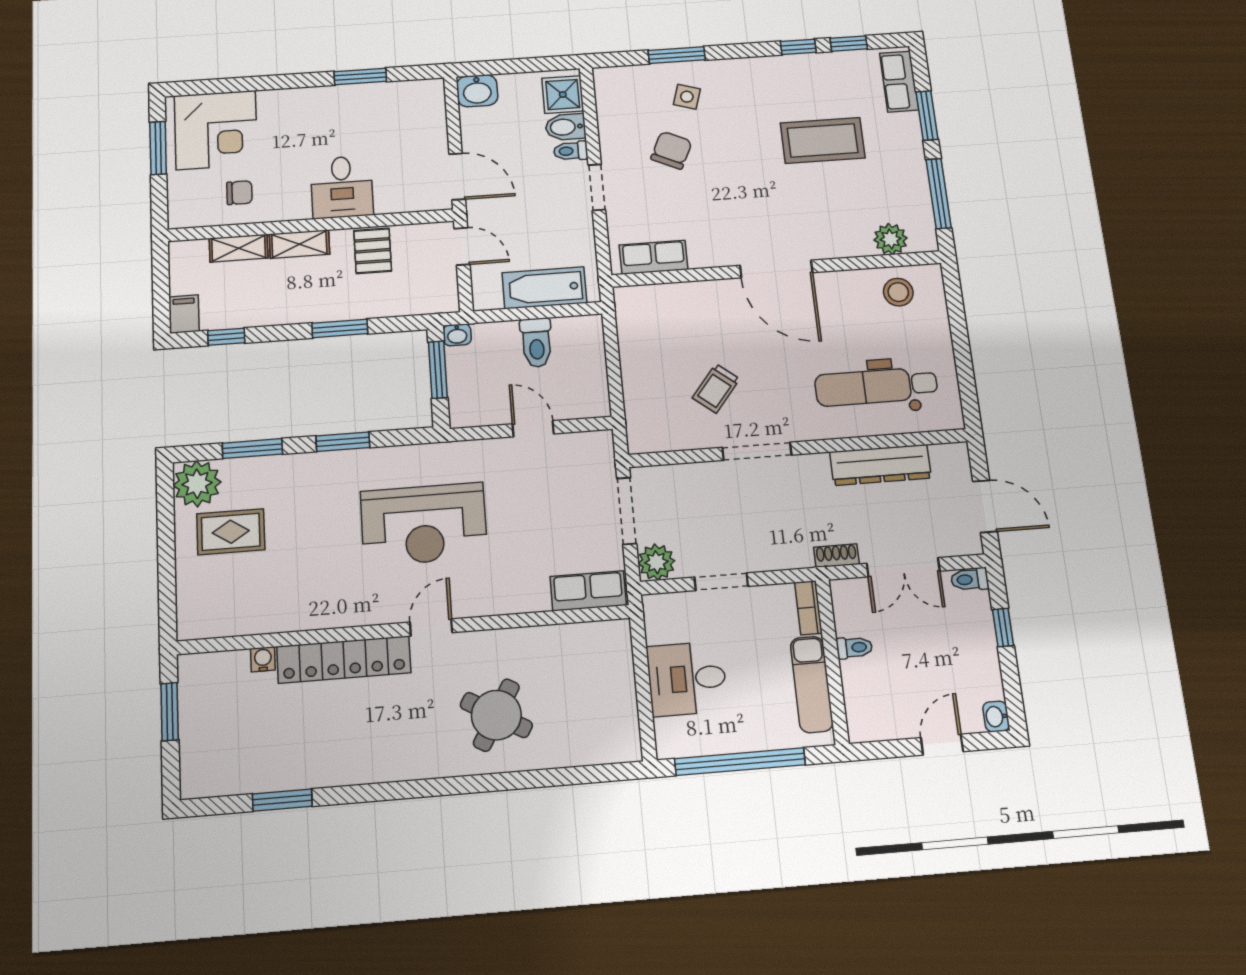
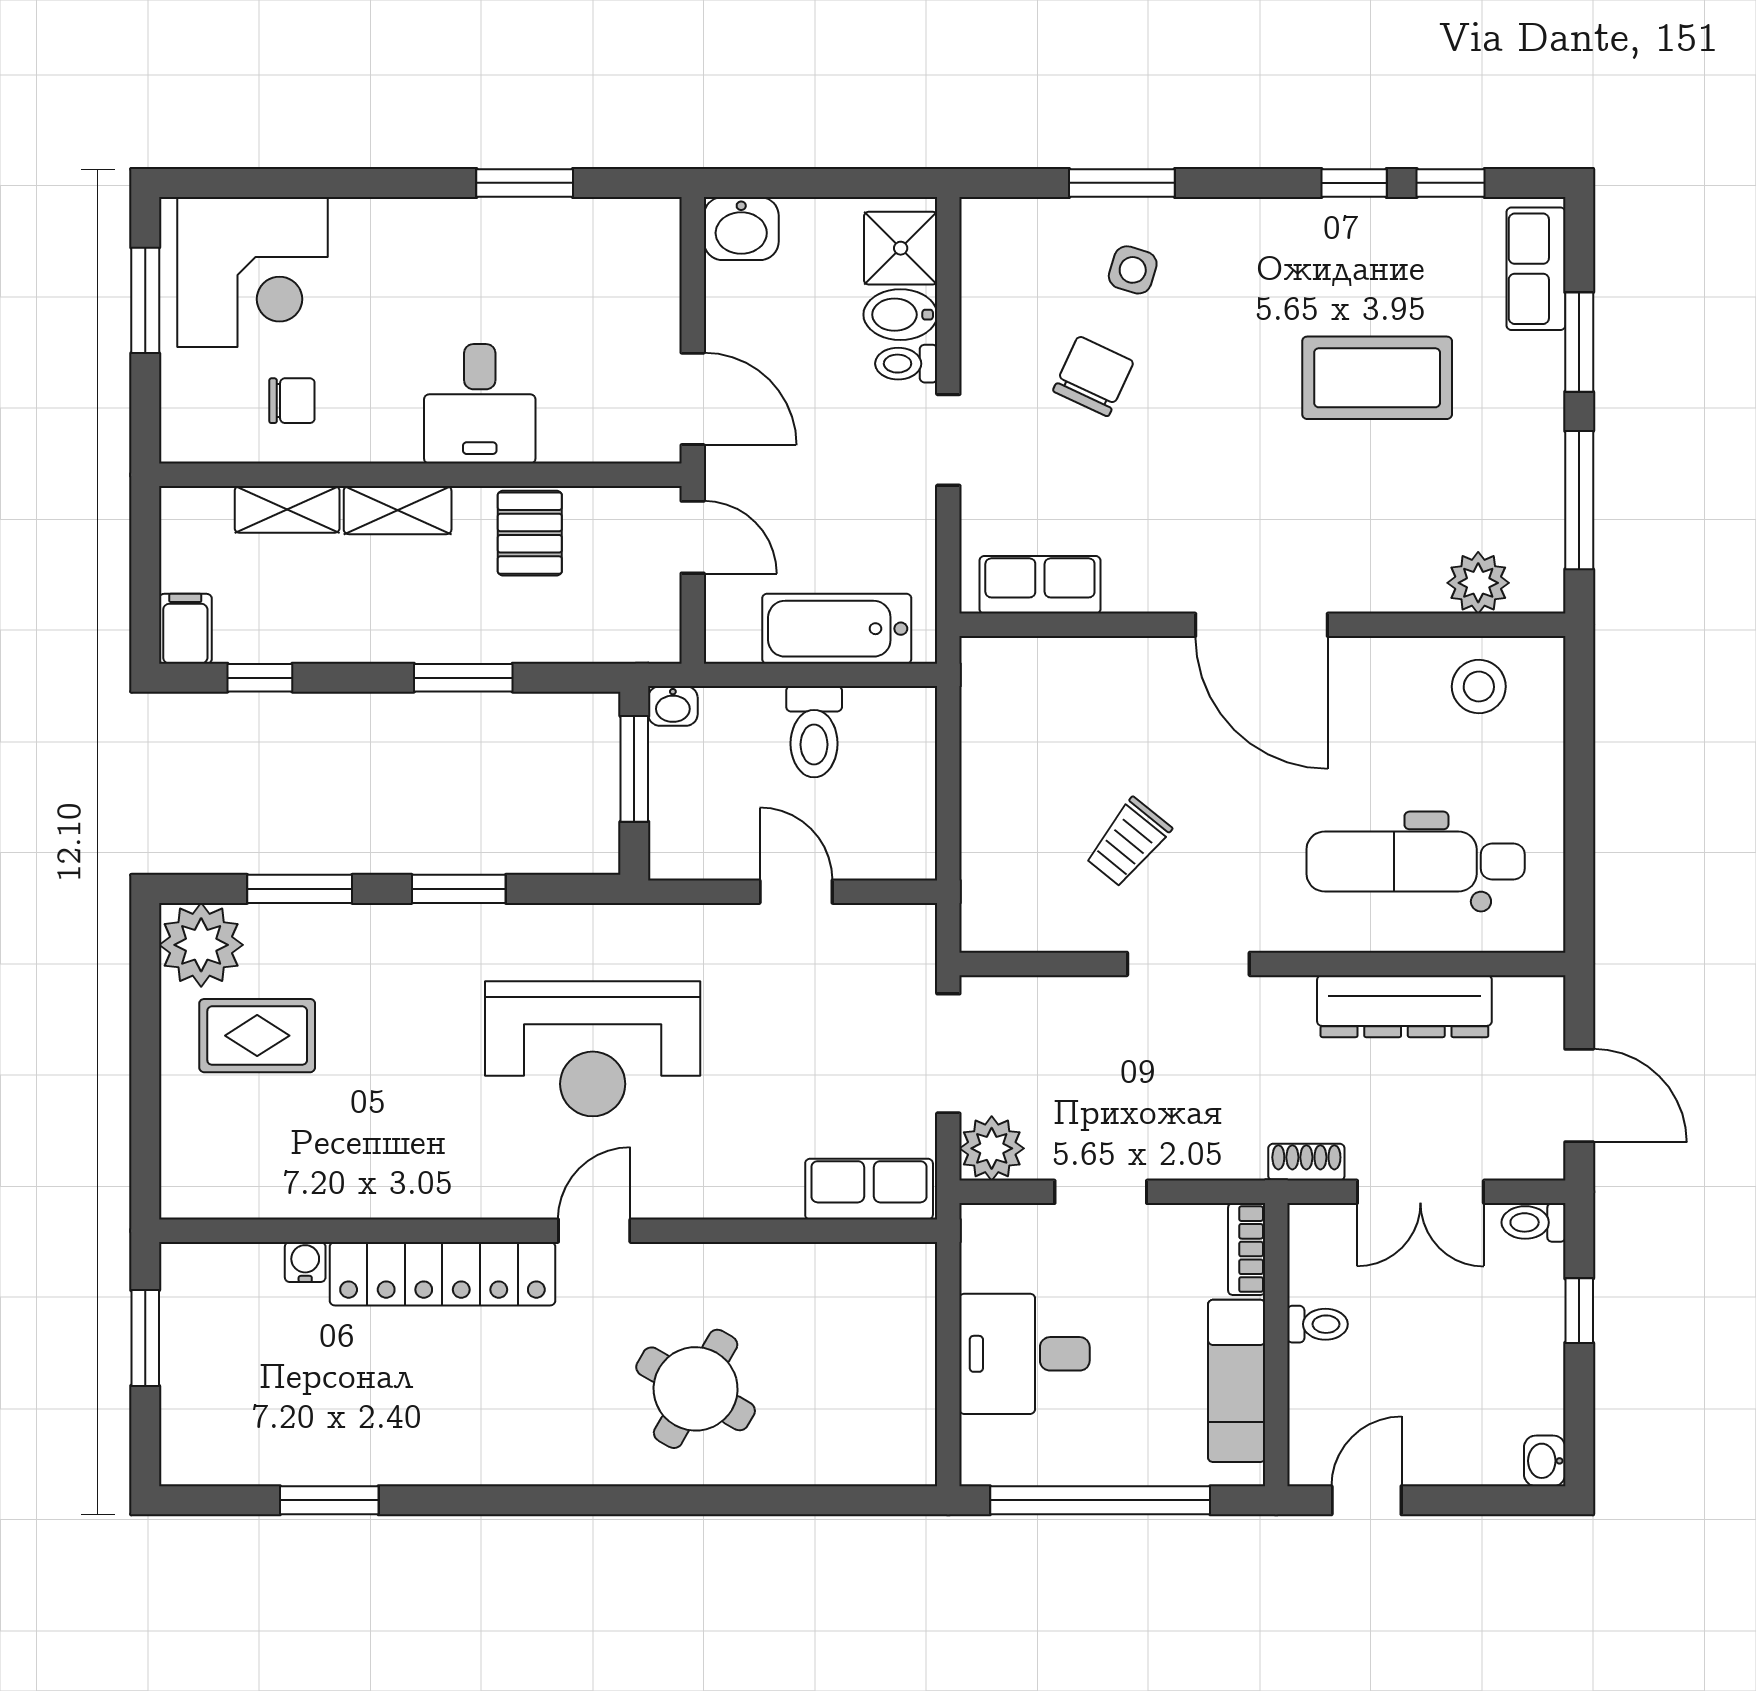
door: (942, 745) -> (1367, 1500), moved

